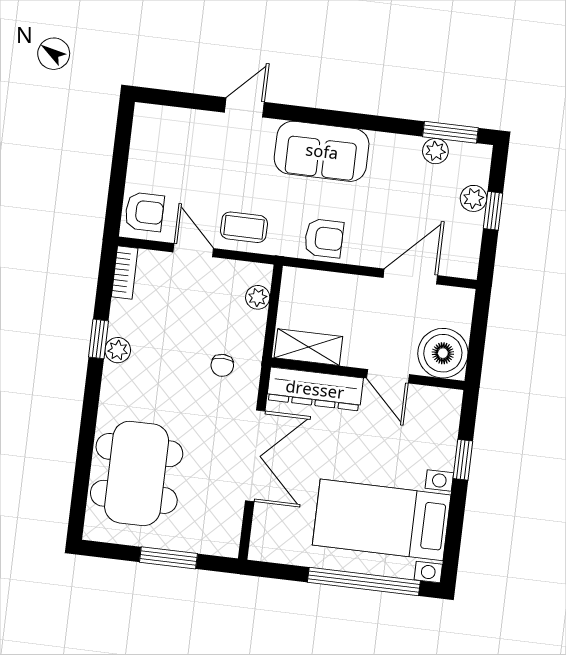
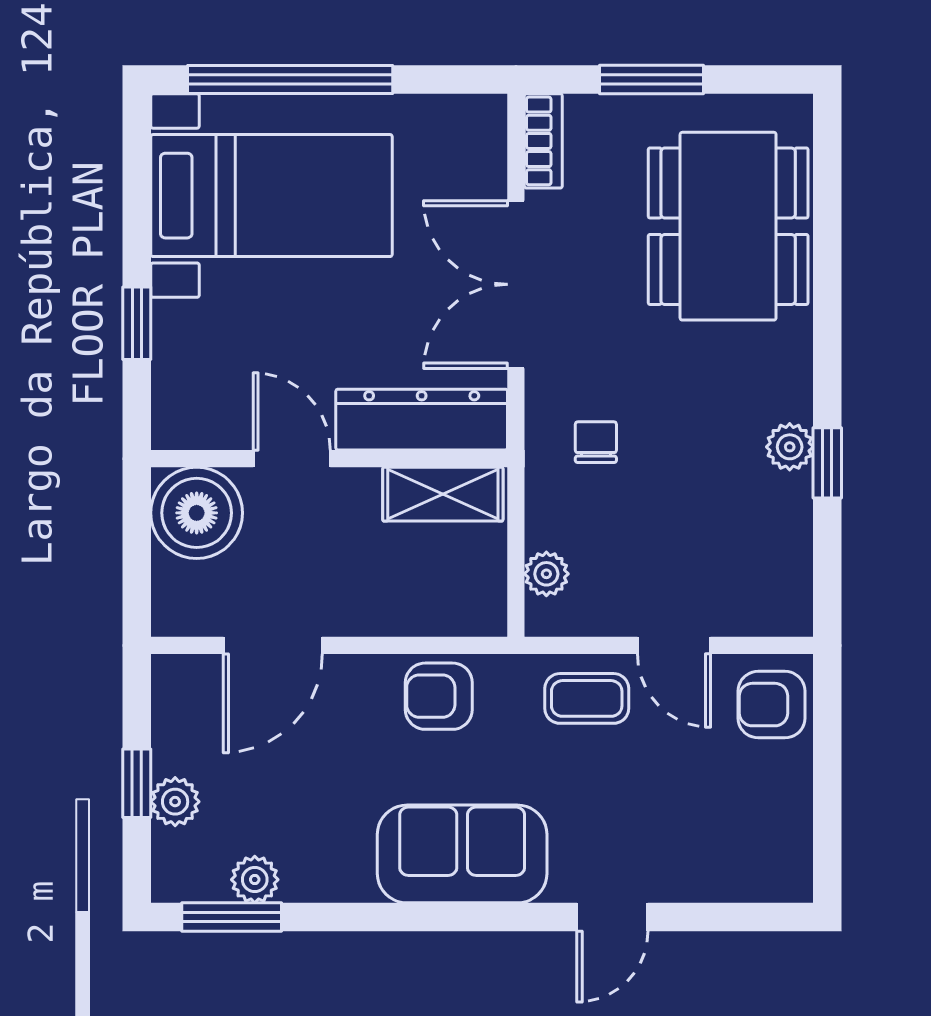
bookcase: (125, 273) -> (543, 141), moved, turned 180

